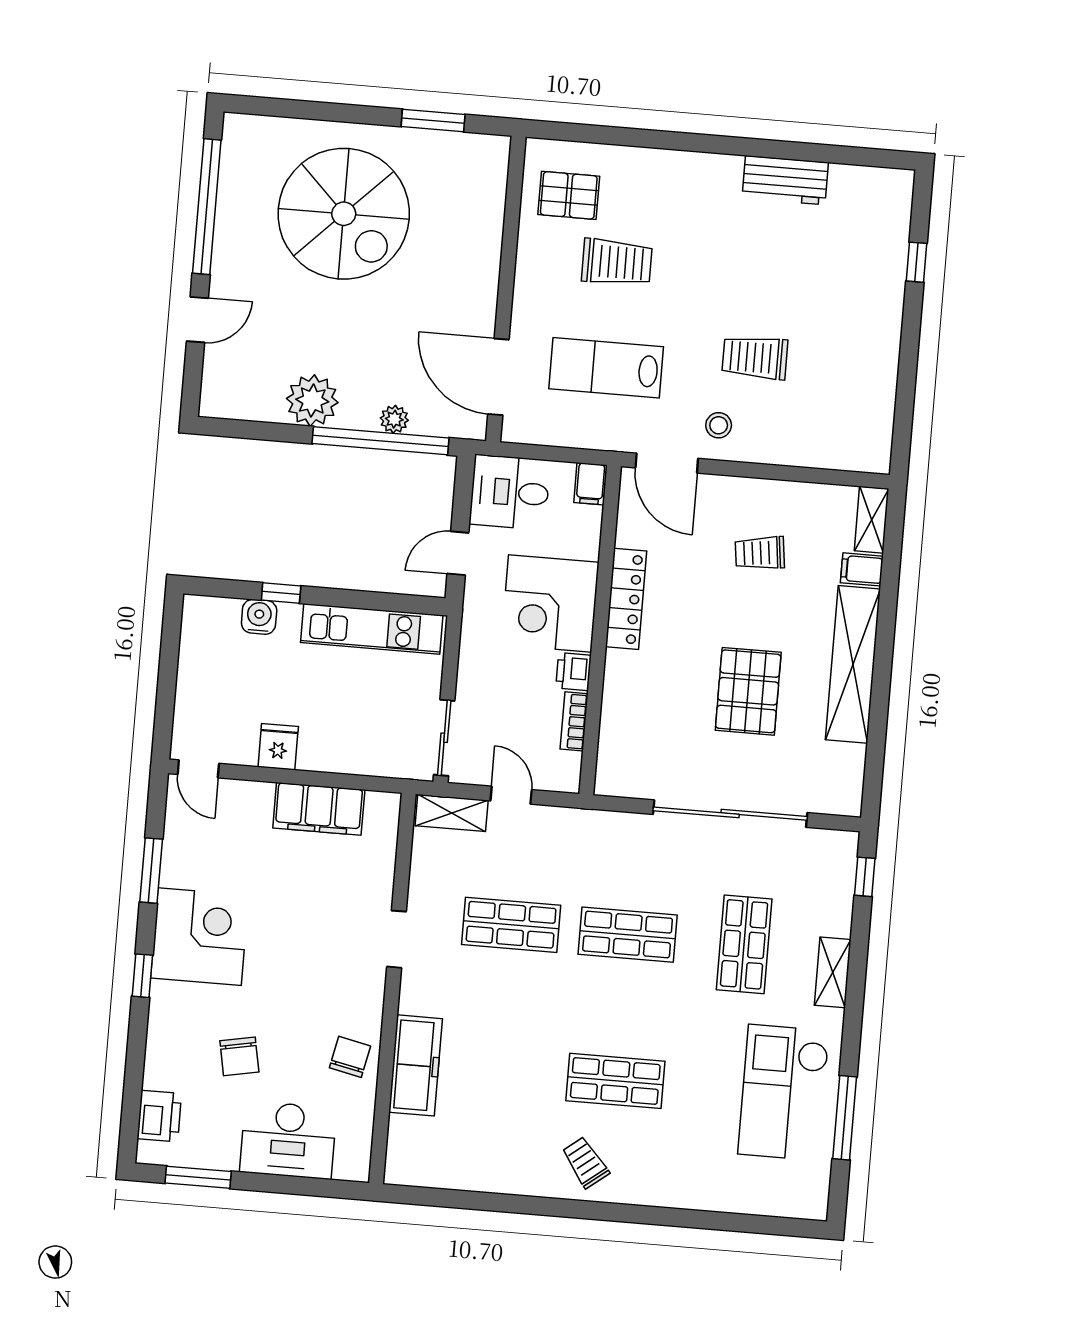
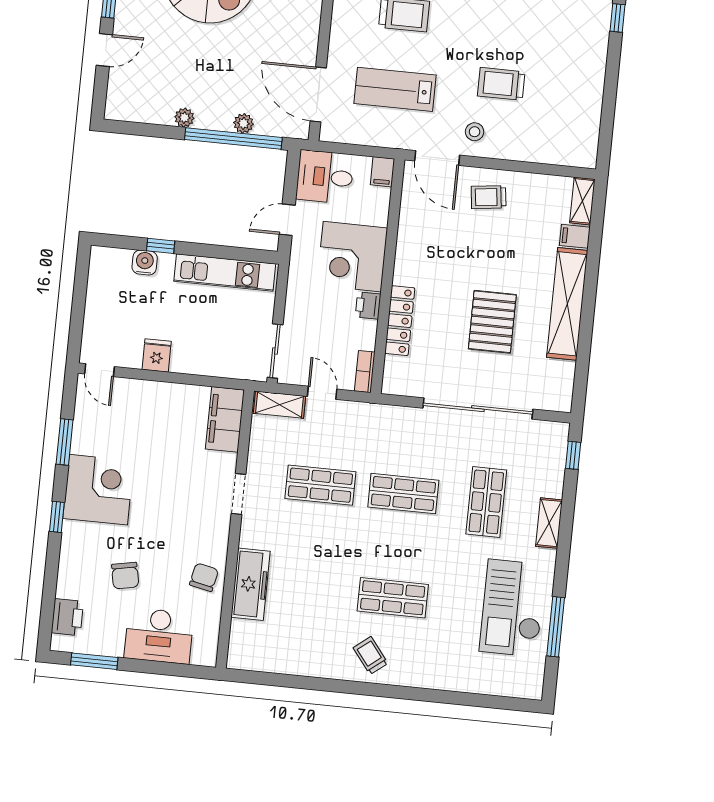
plant: (312, 400) -> (184, 118), width x0.53, depth x0.53
trolley: (760, 553) -> (489, 197), moved
locker: (626, 599) -> (400, 321), moved
bookcase: (574, 721) -> (365, 372), moved
filing cabinet: (319, 809) -> (225, 419), moved, turned 90

